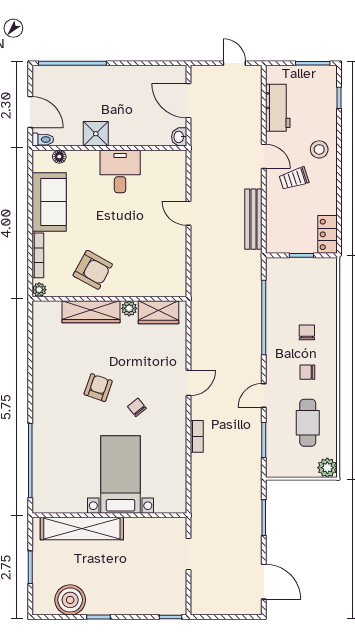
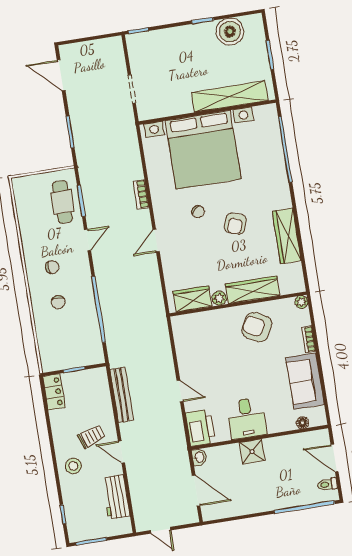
shower: (96, 134) -> (252, 452), moved
toilet: (43, 140) -> (327, 484), moved
printer: (173, 169) -> (200, 428), added
bookcase: (38, 255) -> (309, 339), width x0.64
wardrobe: (44, 365) -> (287, 236), added
cafe table: (308, 423) -> (63, 202), moved
plant: (327, 468) -> (21, 185), removed
bed with nightstands: (121, 475) -> (203, 150), width x1.85

